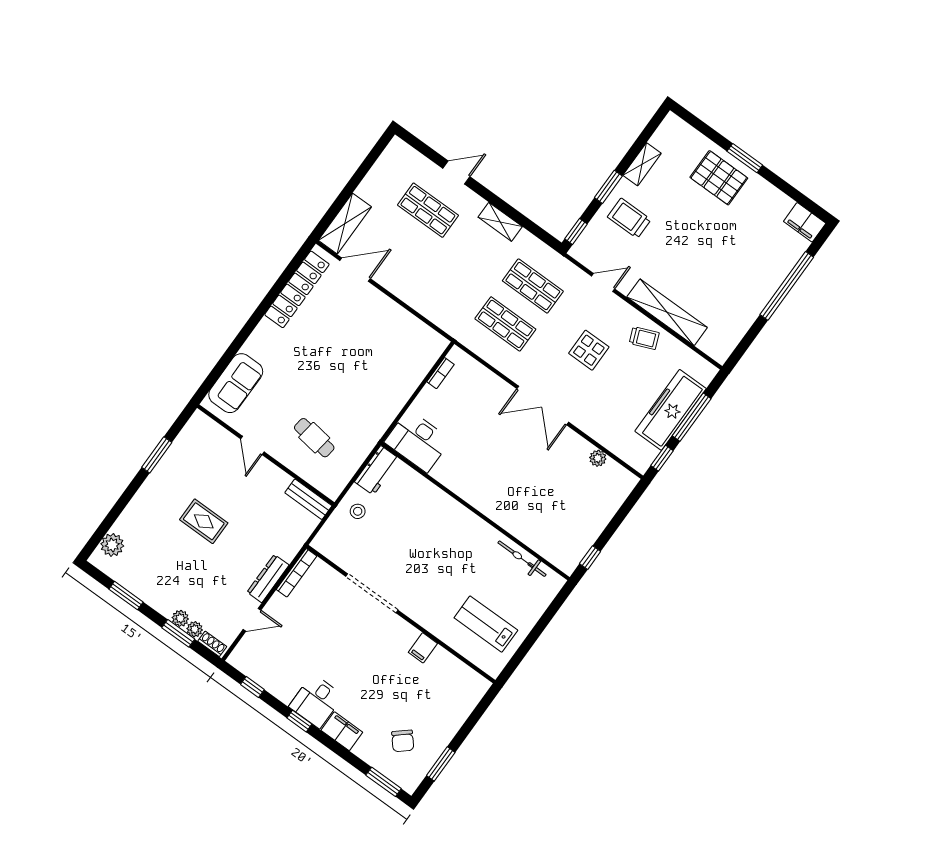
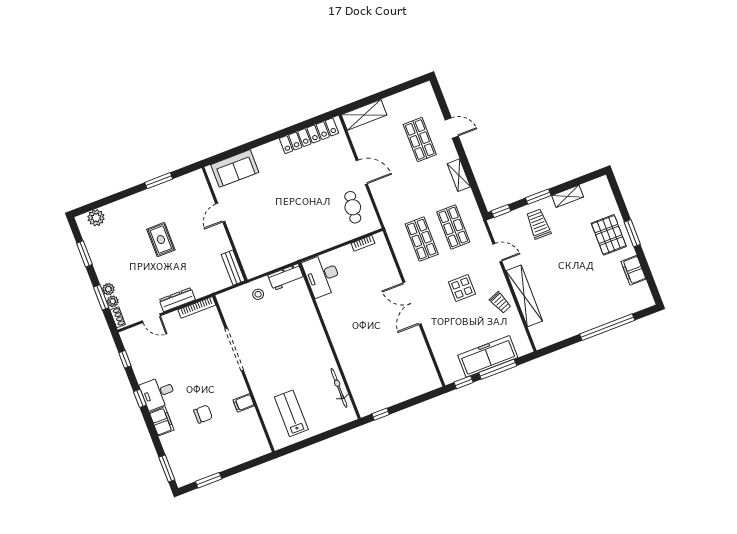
filing cabinet: (805, 222) -> (633, 270), moved
door: (355, 270) -> (362, 172), moved
cafe table: (314, 438) -> (353, 207), moved
plant: (598, 458) -> (425, 357), removed
chair: (403, 741) -> (203, 414), moved, turned -139

